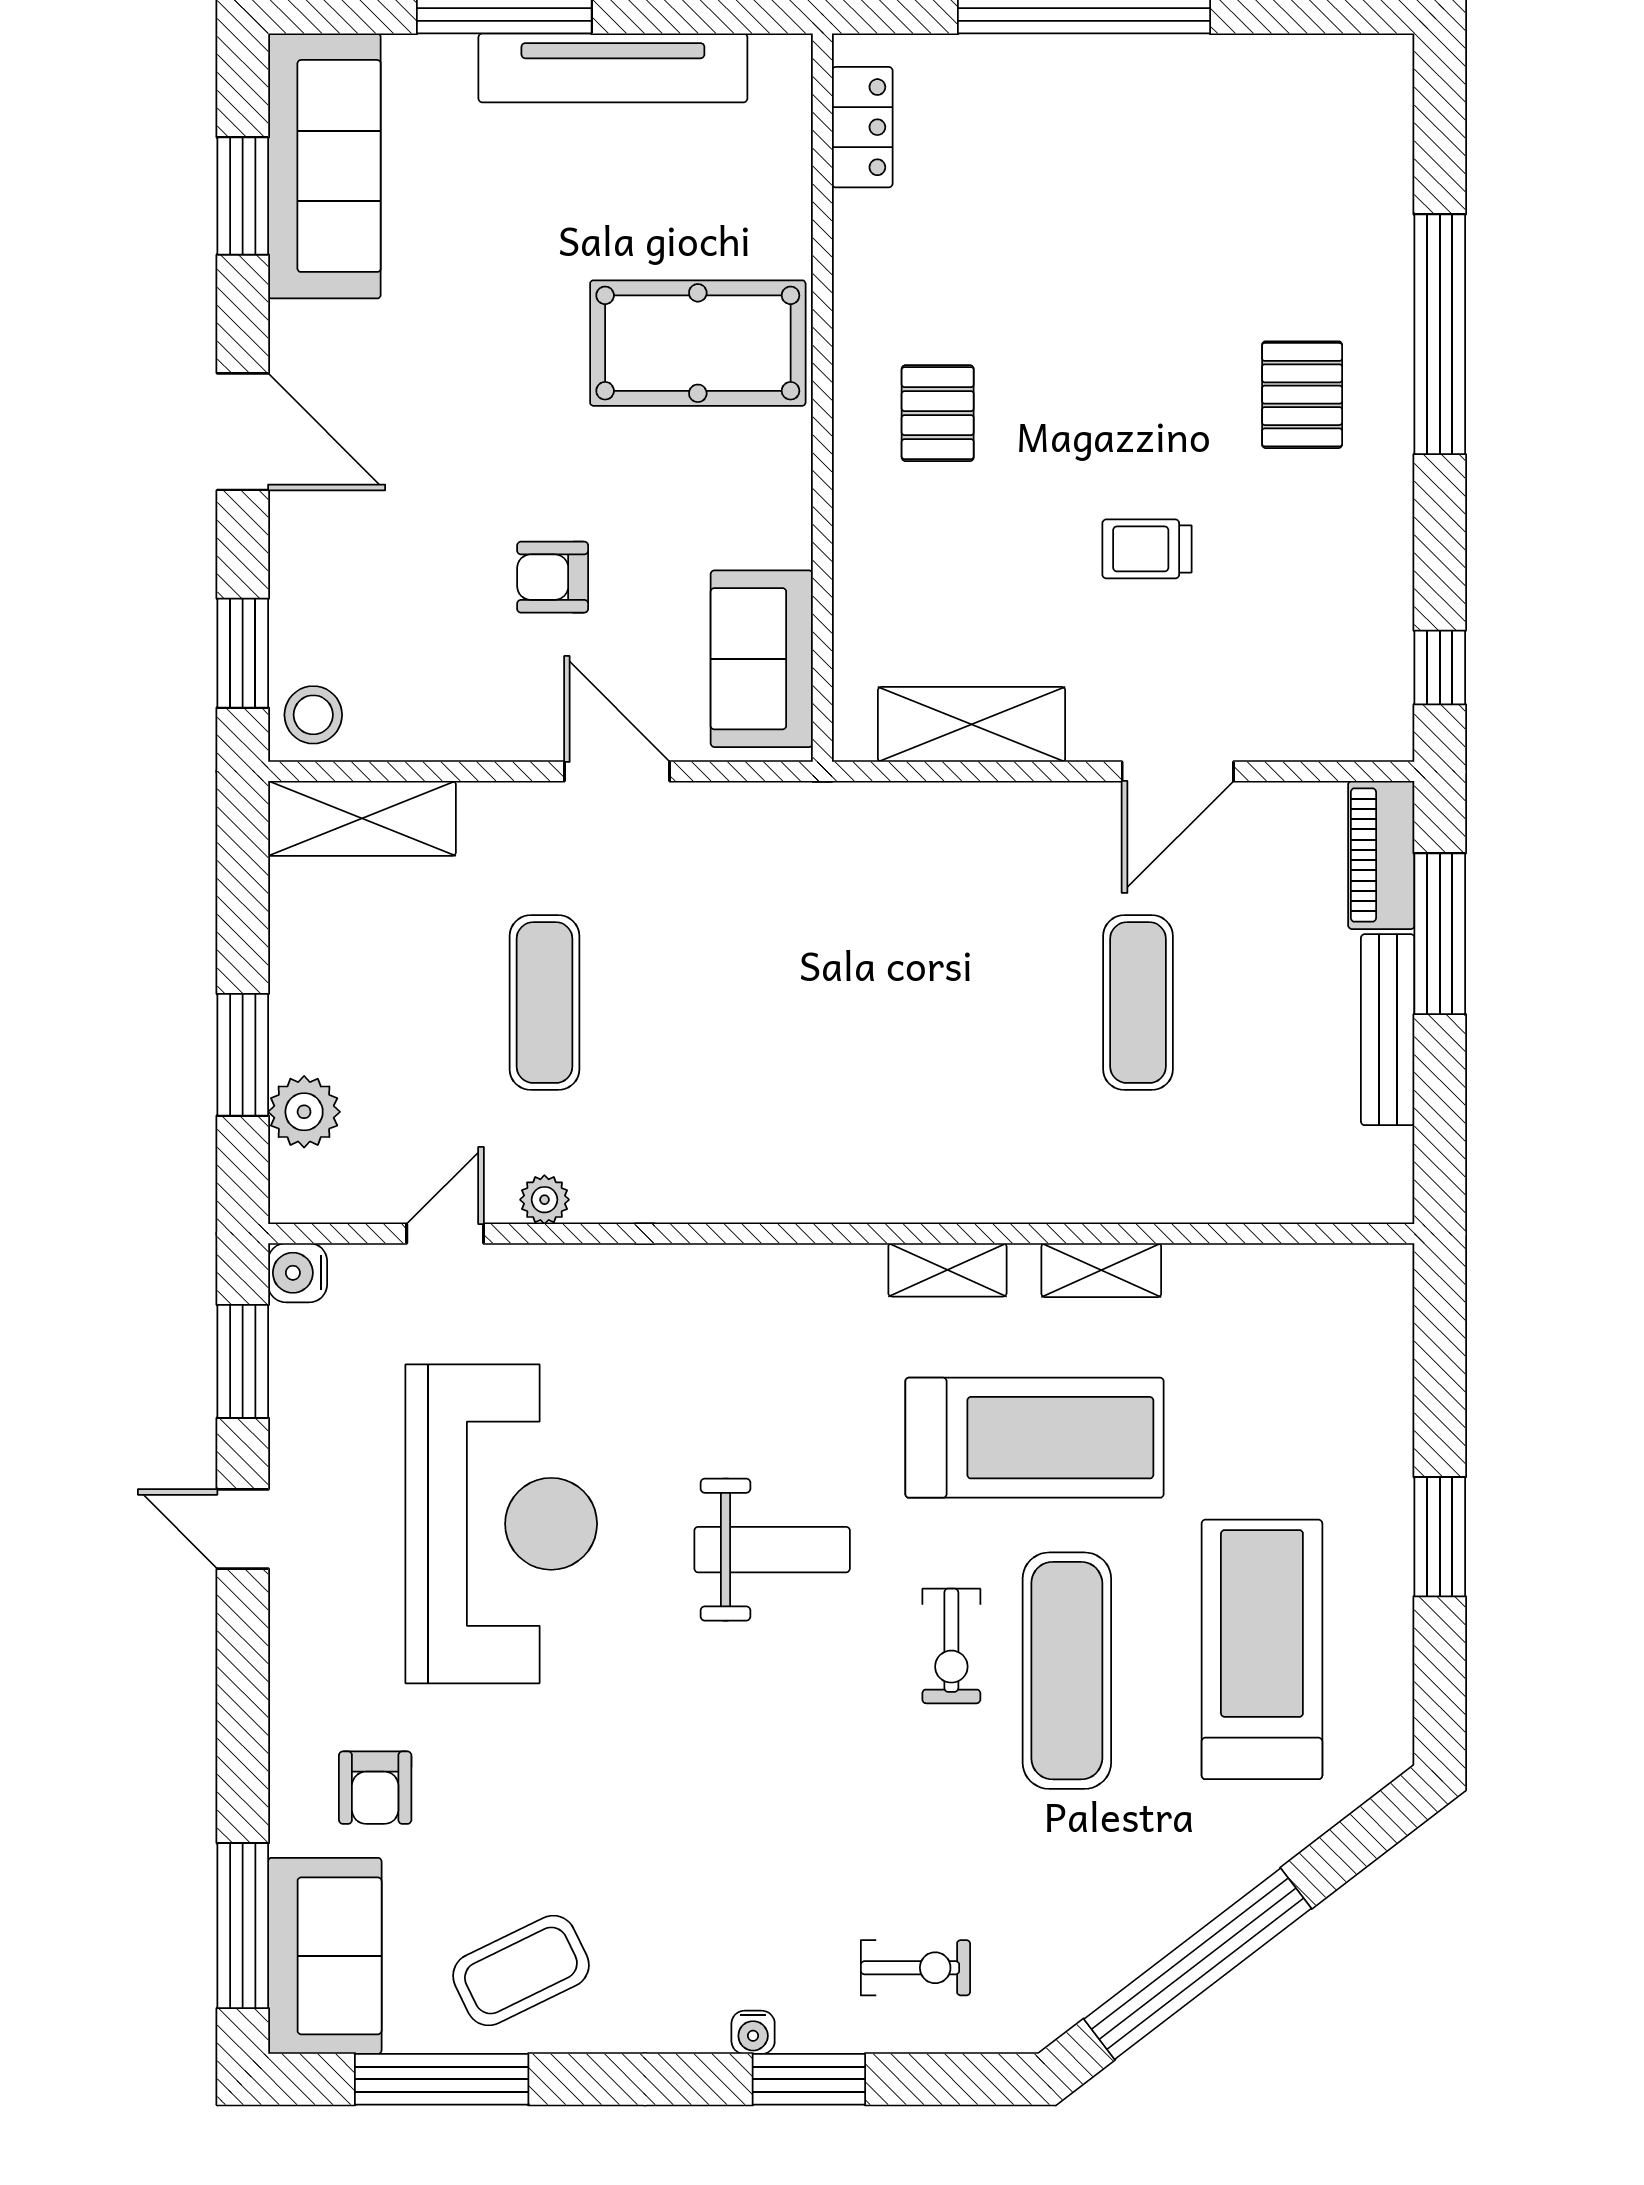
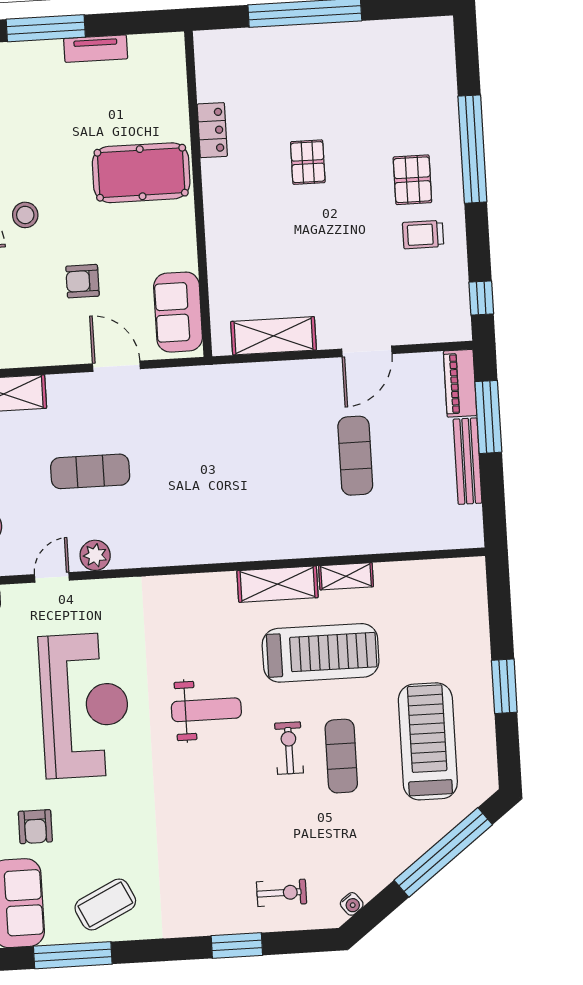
tv unit: (613, 68) -> (96, 49), width x0.52, depth x0.78
locker: (862, 127) -> (212, 130), moved
pallet: (938, 413) -> (308, 162), moved
stool: (434, 422) -> (25, 215), added
trolley: (1147, 549) -> (423, 235), moved
exercise mat: (545, 1003) -> (90, 471), turned 90
plant: (544, 1200) -> (95, 555), width x1.38, depth x1.38
shelving: (947, 1270) -> (277, 584), width x1.50, depth x1.33
exercise bike: (951, 1646) -> (289, 748), turned 180
exercise mat: (1067, 1671) -> (341, 756), width x0.73, depth x0.69
window: (1198, 1964) -> (443, 852), moved
water cooler: (753, 2032) -> (352, 904), moved, turned -38

